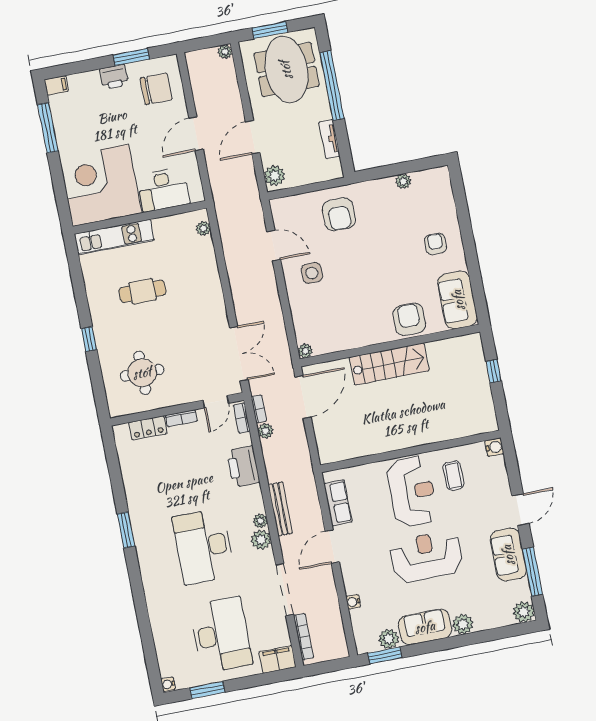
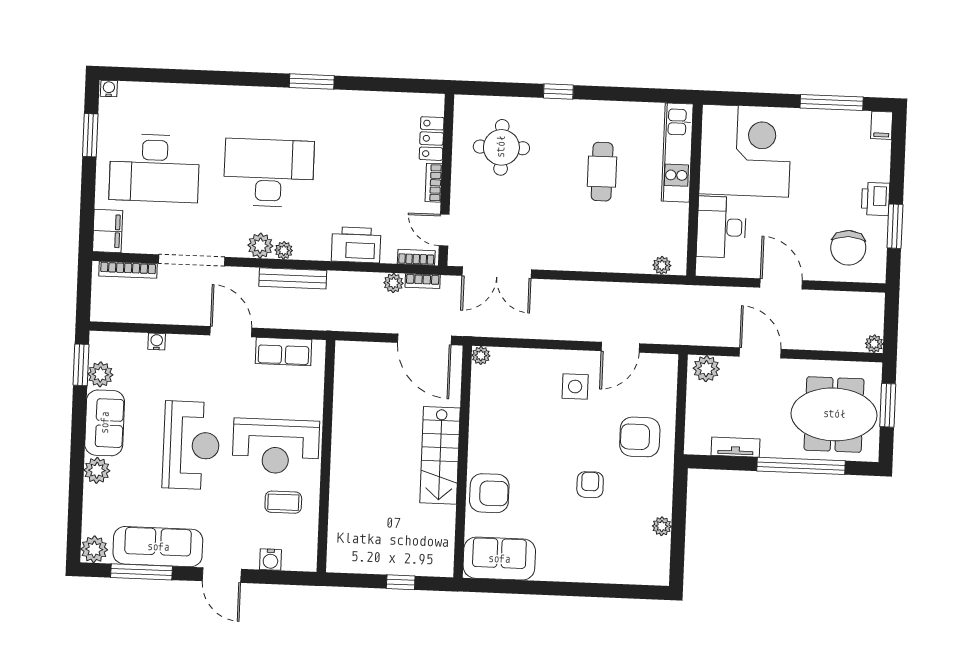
armchair: (435, 244) -> (590, 485), moved, turned -90
water cooler: (494, 447) -> (270, 560), moved
sofa: (508, 555) -> (158, 547), width x1.36

